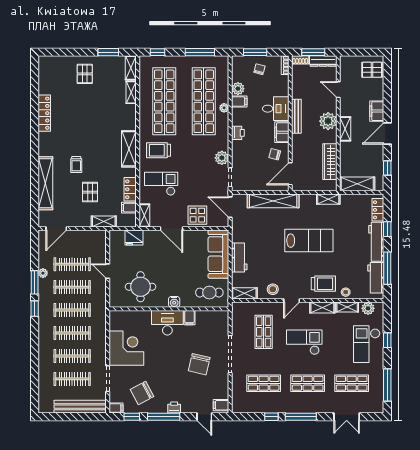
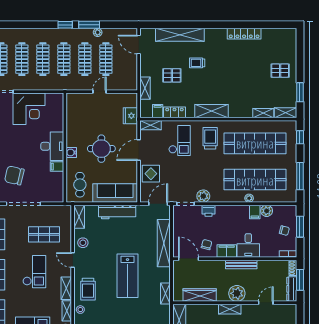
printer: (238, 133) -> (208, 211), moved
workbench: (239, 257) -> (117, 212), width x1.38
round table: (141, 287) -> (101, 149), moved

